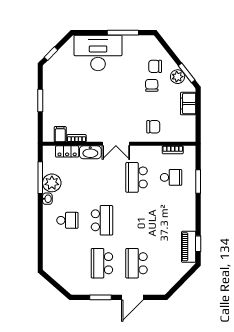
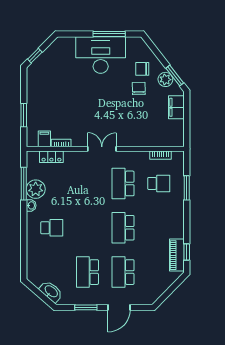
desk: (98, 53) -> (101, 55), moved
window: (40, 101) -> (24, 115), moved
chair: (153, 127) -> (140, 131), removed
double door: (116, 144) -> (102, 149), swing flipped
washbasin: (90, 152) -> (51, 292), moved, turned -139
school desk: (102, 220) -> (123, 228), moved, turned 180

